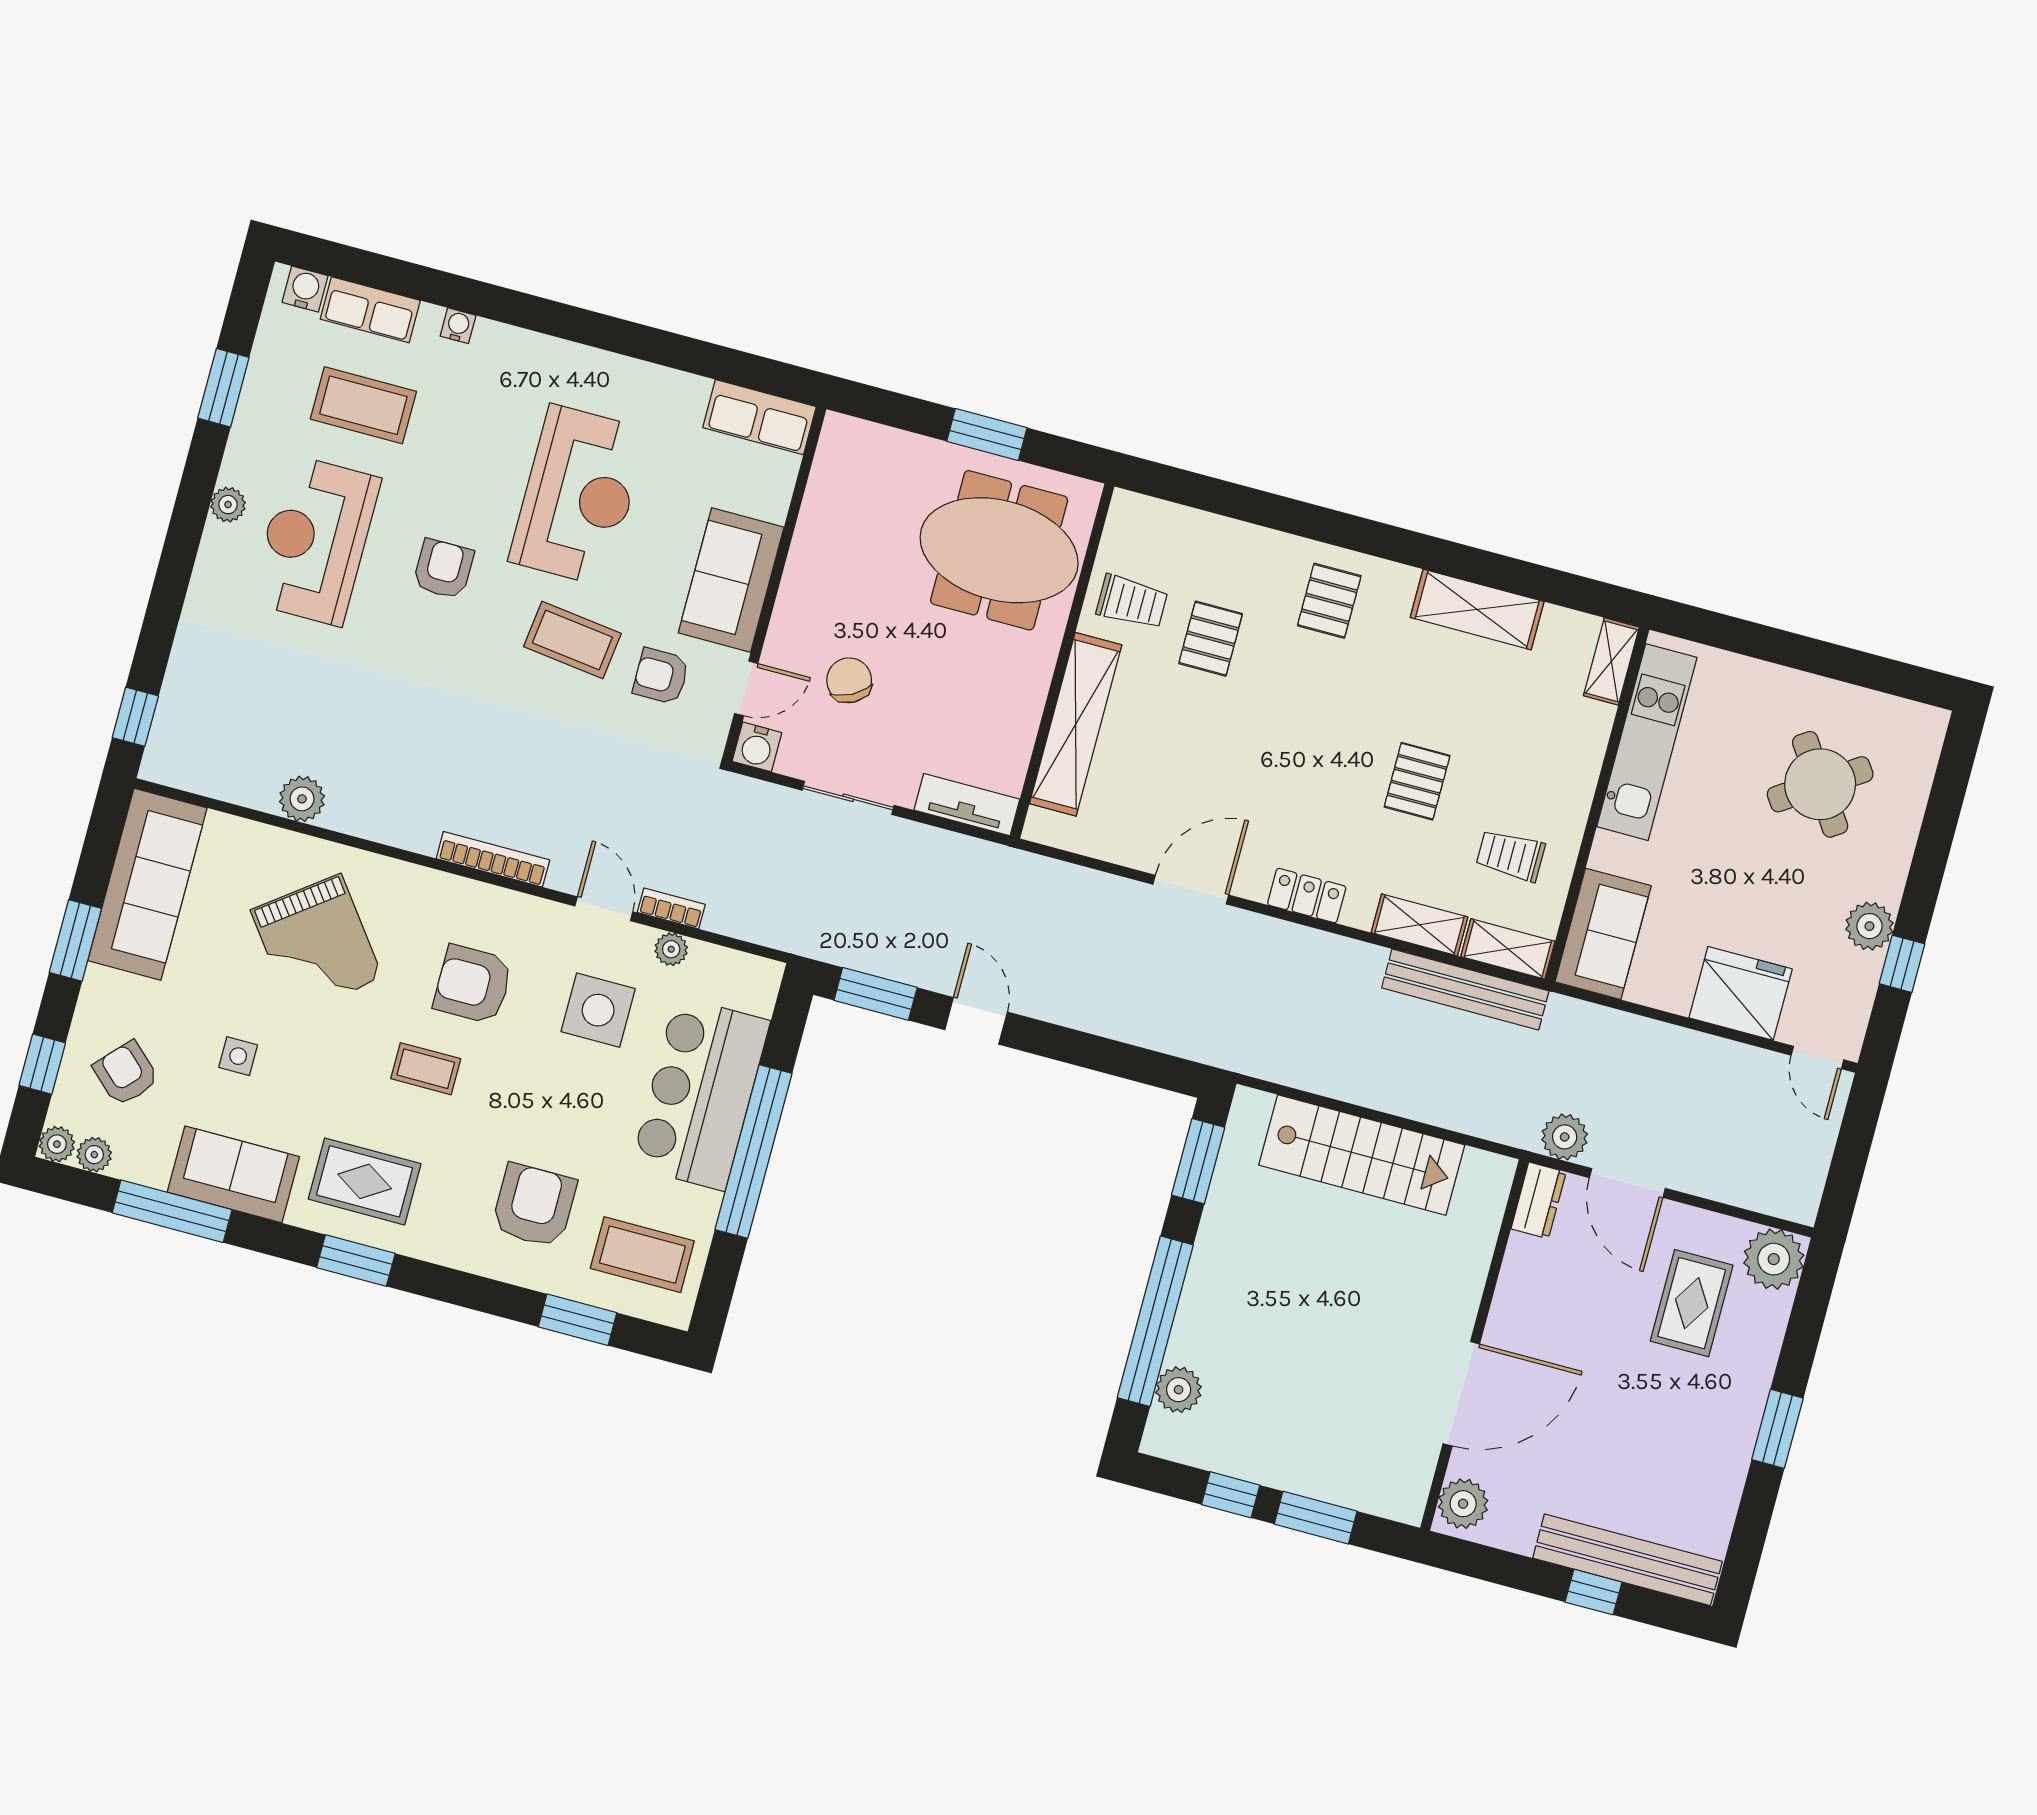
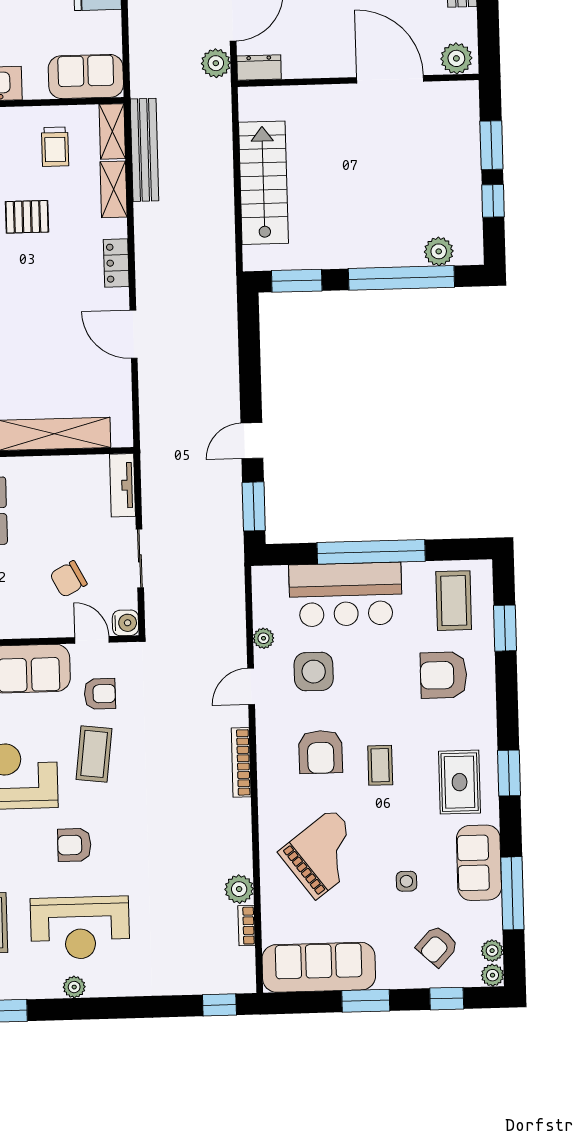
armchair: (661, 676) -> (100, 694), turned -90
bookcase: (671, 908) -> (247, 926), moved

